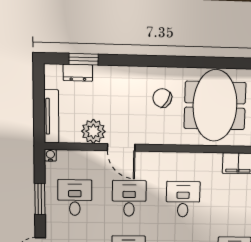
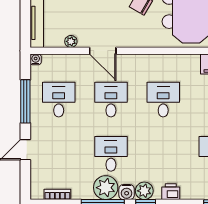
plant: (93, 131) -> (71, 41), width x0.53, depth x0.53
window: (40, 199) -> (25, 101), width x1.44

